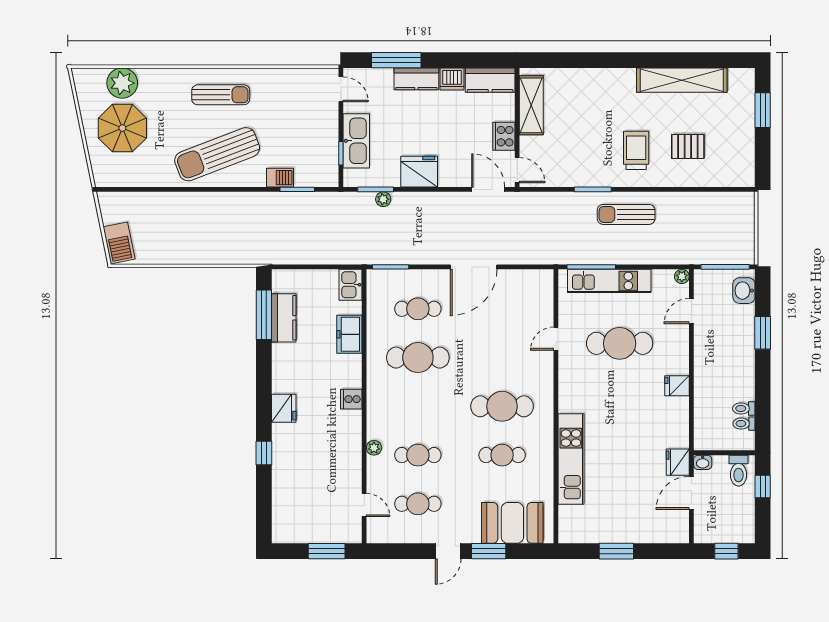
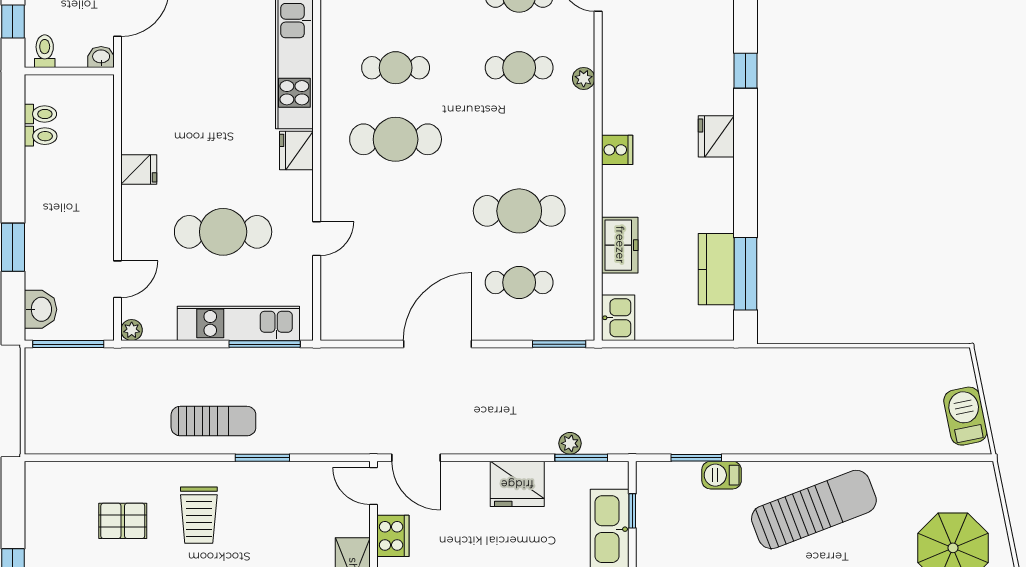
barbecue: (119, 243) -> (965, 416), moved
fridge: (678, 462) -> (296, 151), moved, turned 180
toilet: (739, 471) -> (45, 51), width x0.73, depth x0.72

